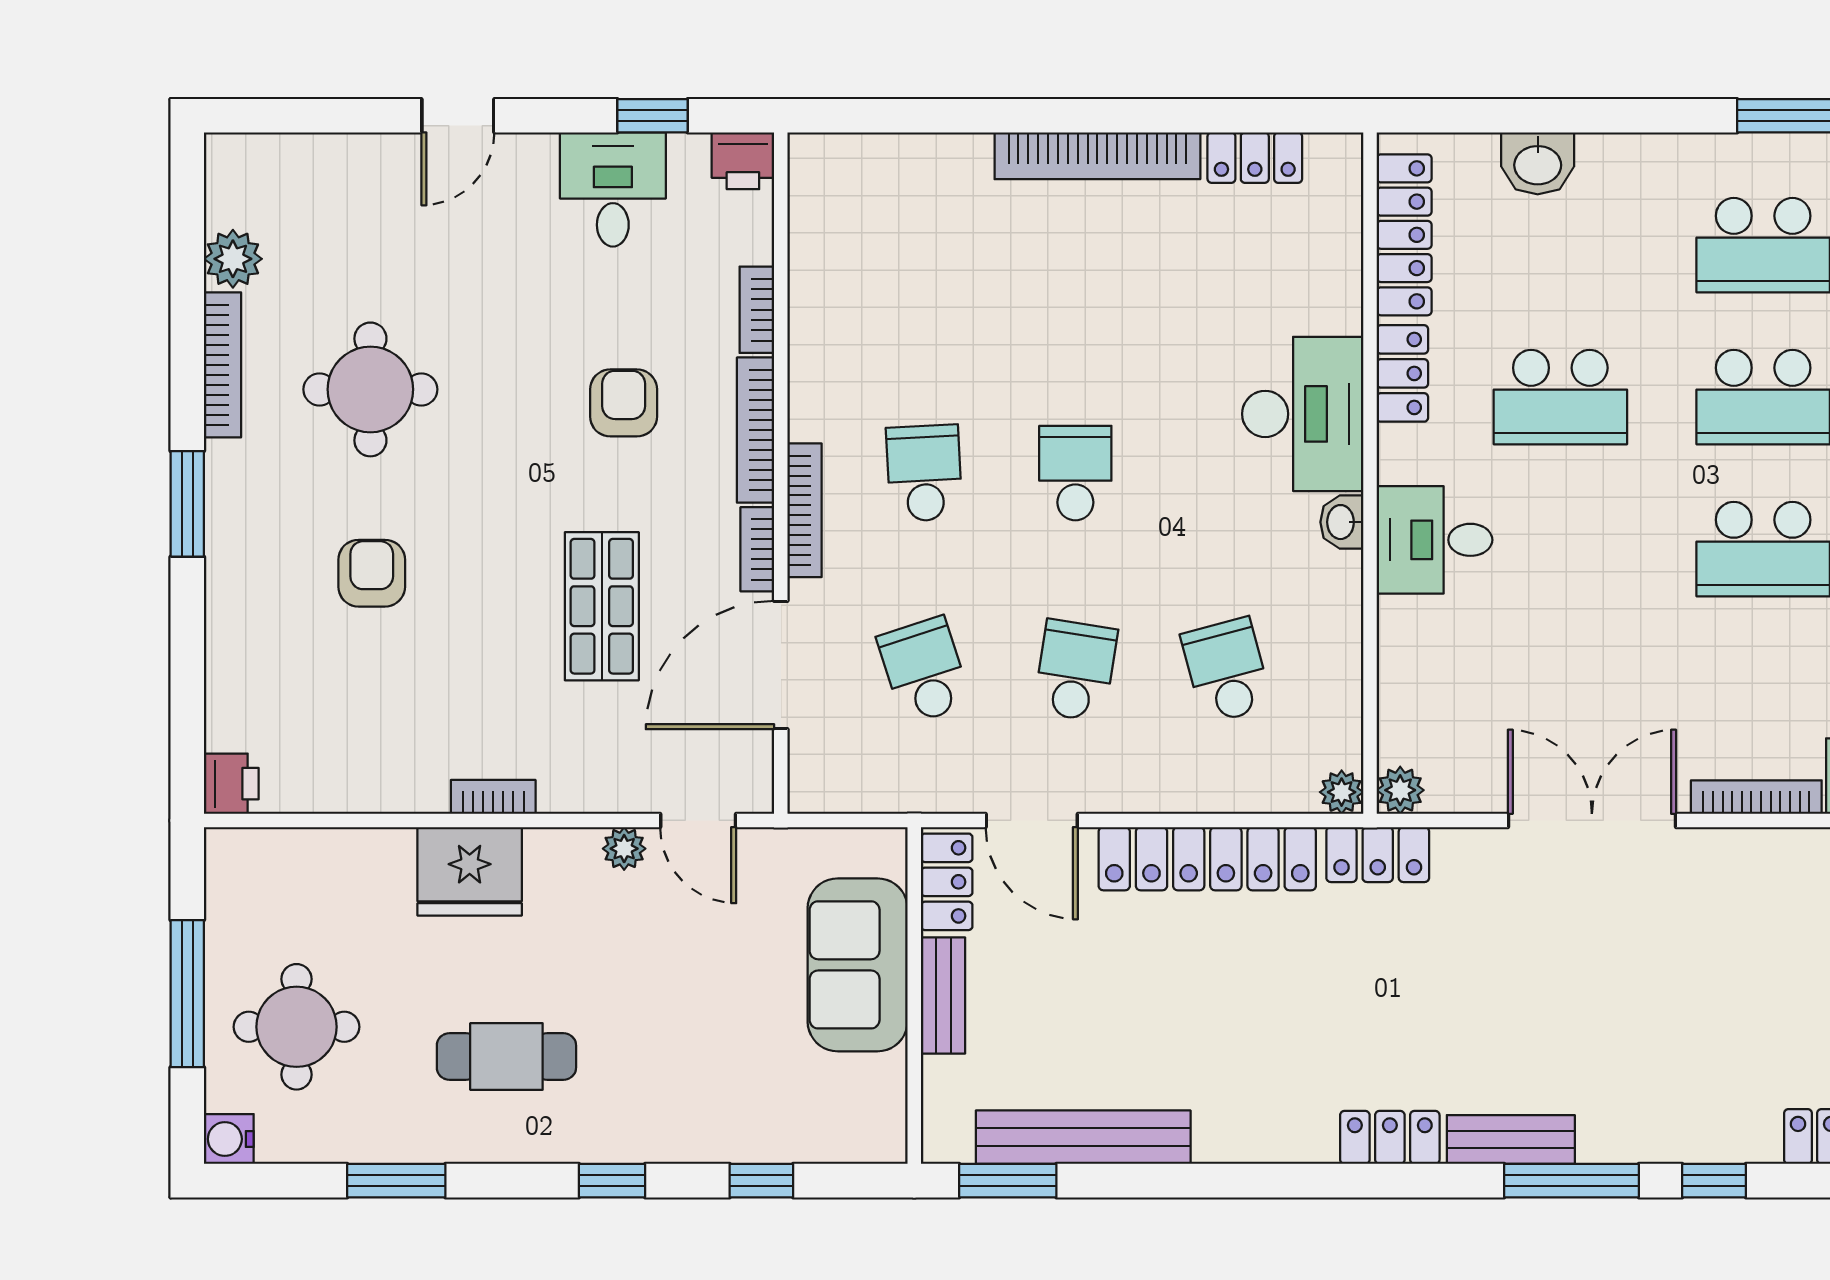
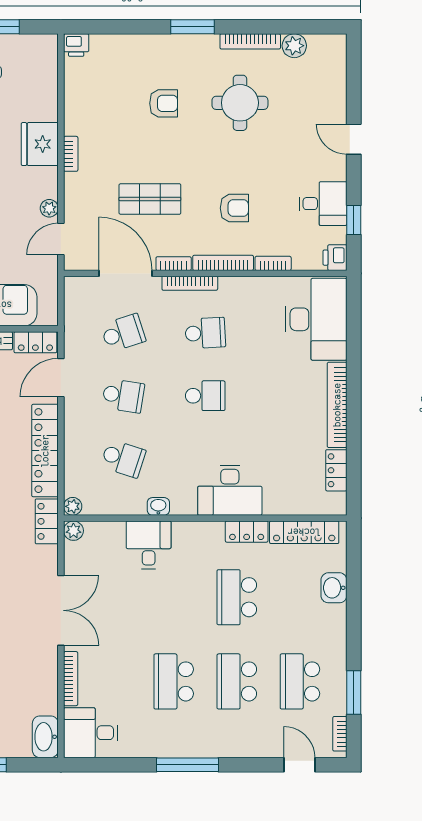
desk: (891, 206) -> (316, 319), added
washbasin: (1342, 522) -> (158, 506), moved
desk: (1434, 540) -> (149, 545), moved
school desk: (1227, 671) -> (123, 459), turned 33

